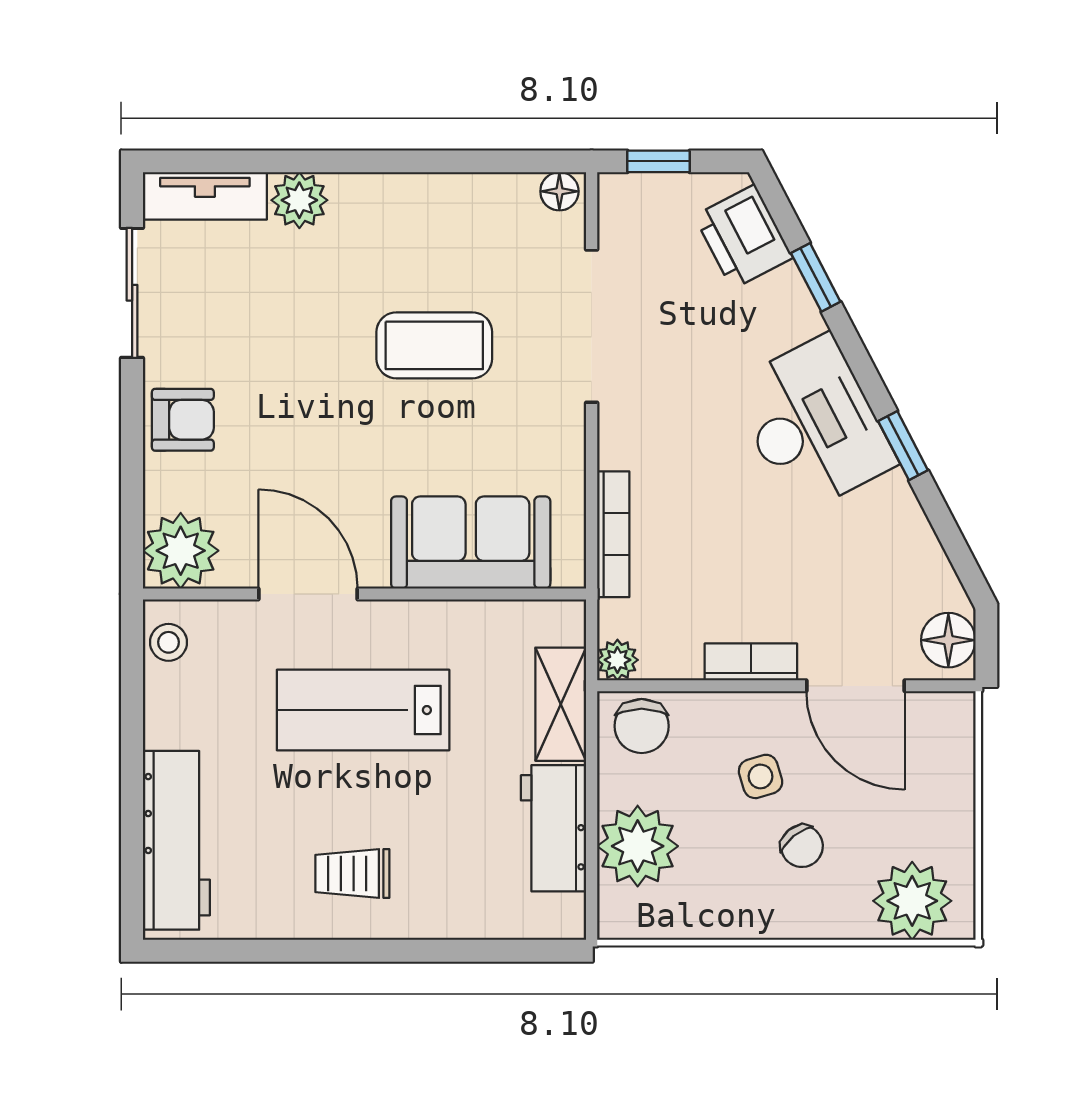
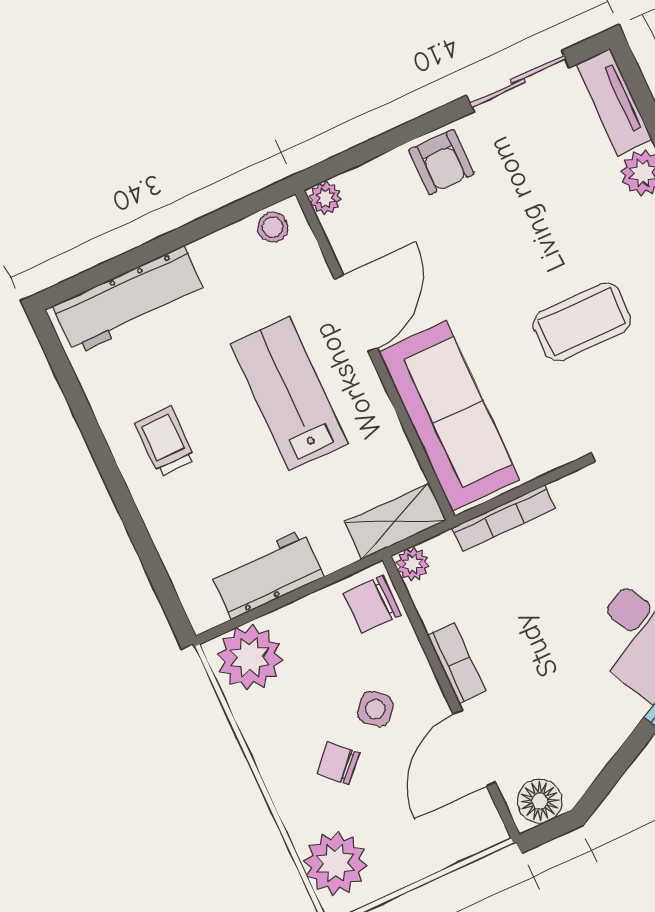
coffee table: (434, 345) -> (582, 322), turned 90
sofa: (471, 542) -> (449, 416), width x1.36
plant: (181, 551) -> (325, 198), width x0.53, depth x0.53
shelving: (561, 704) -> (395, 522), moved
side table: (761, 776) -> (375, 709), turned -33
plant: (638, 846) -> (250, 657), moved
chair: (802, 846) -> (338, 763), turned 83

